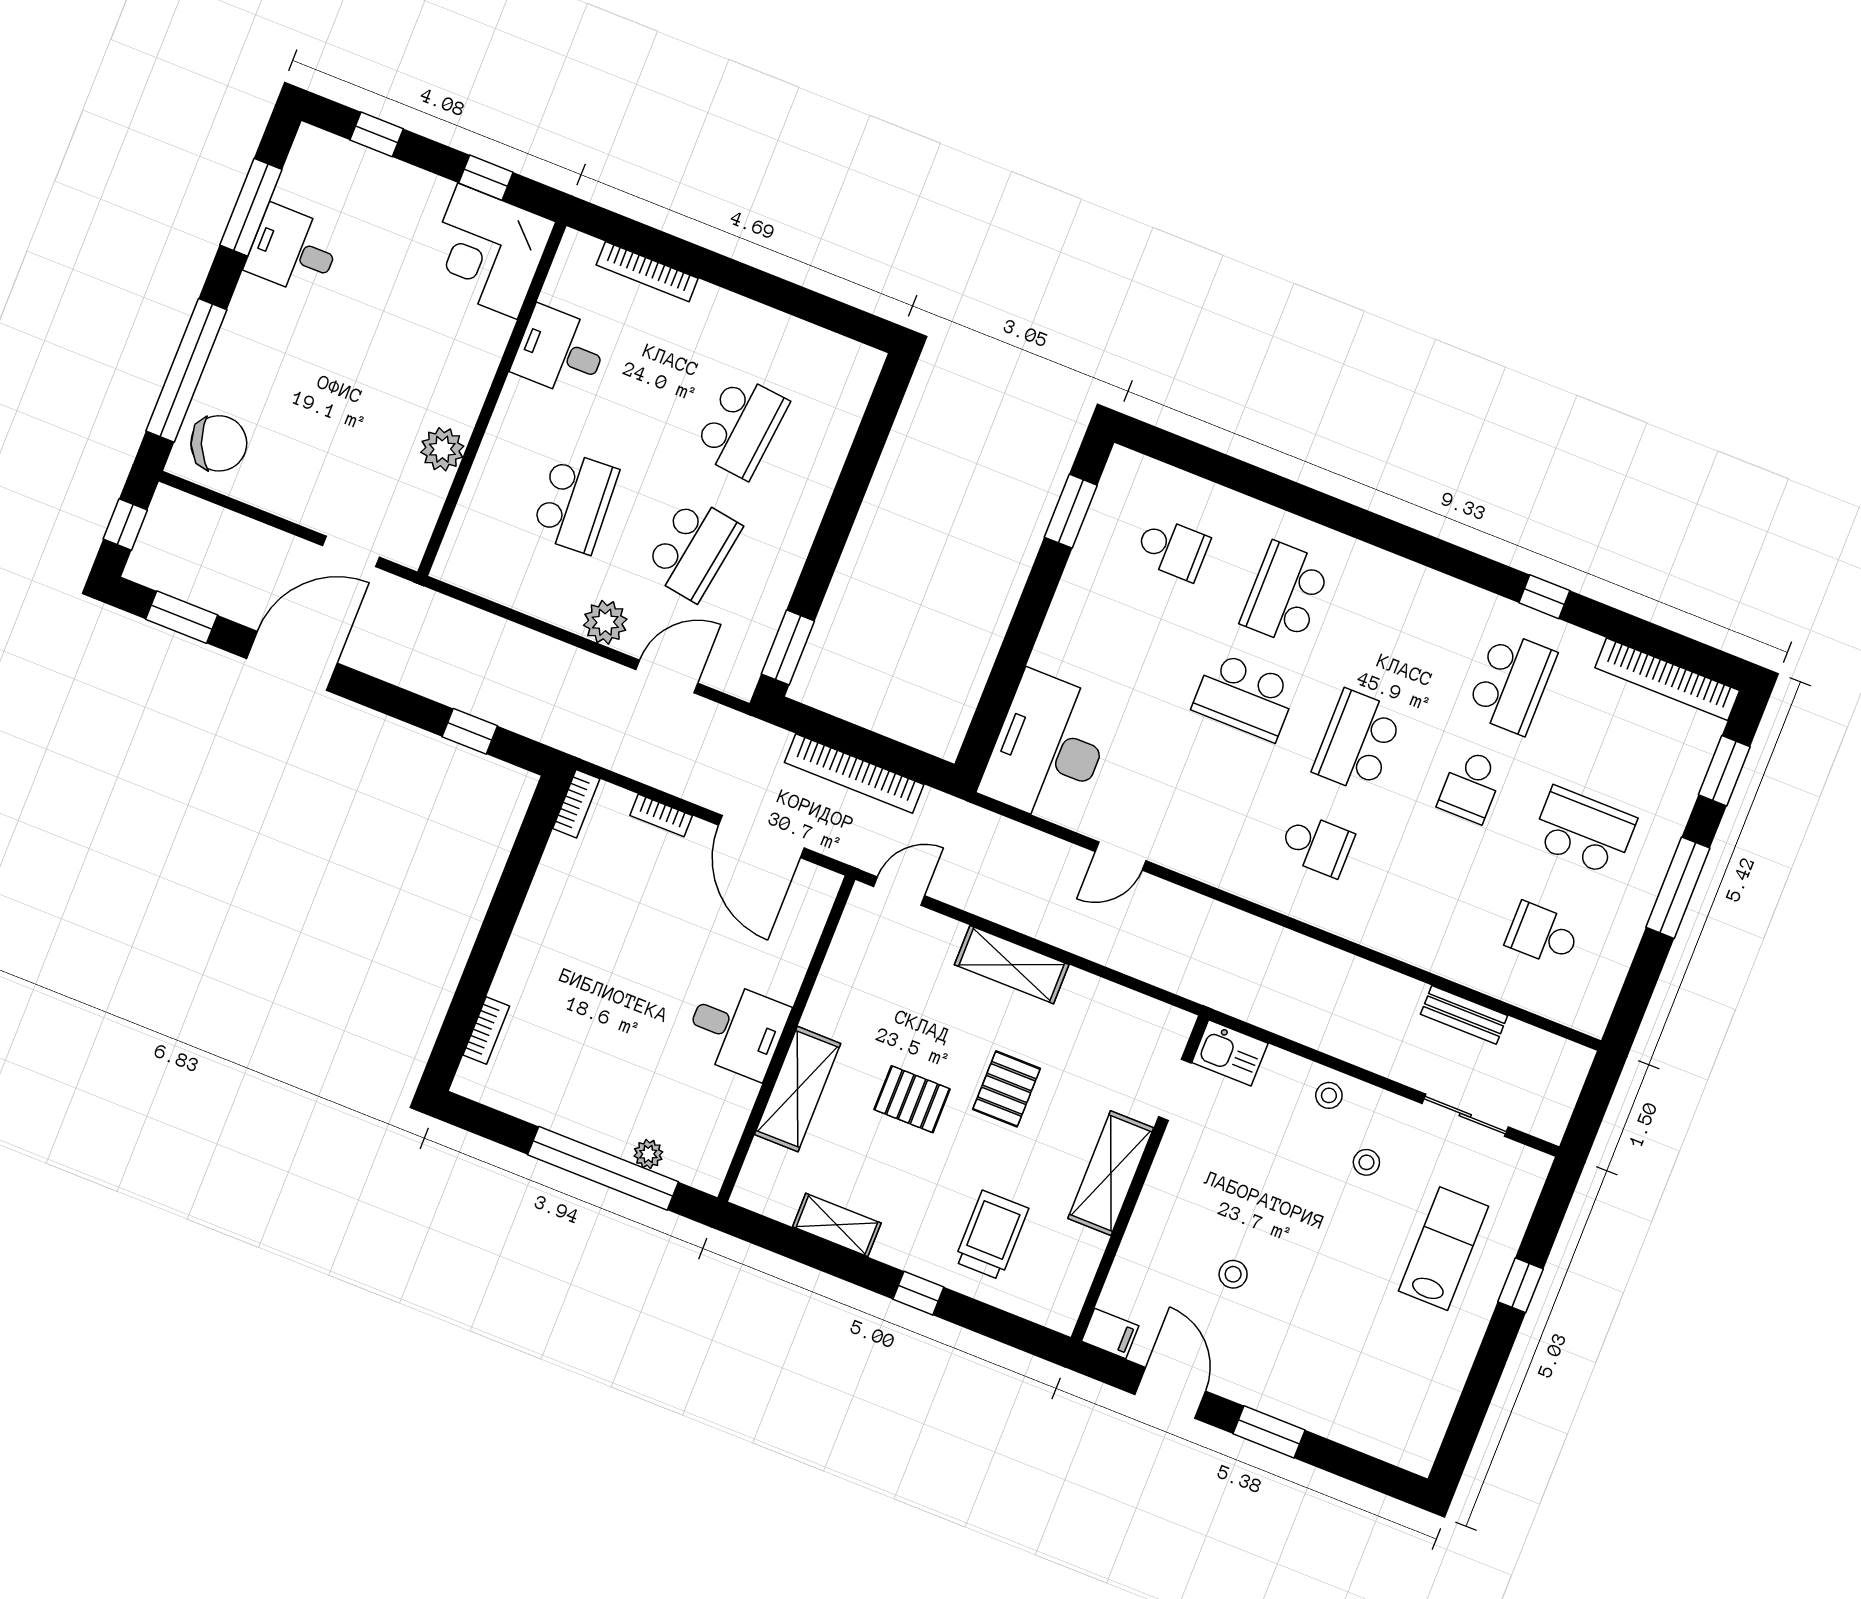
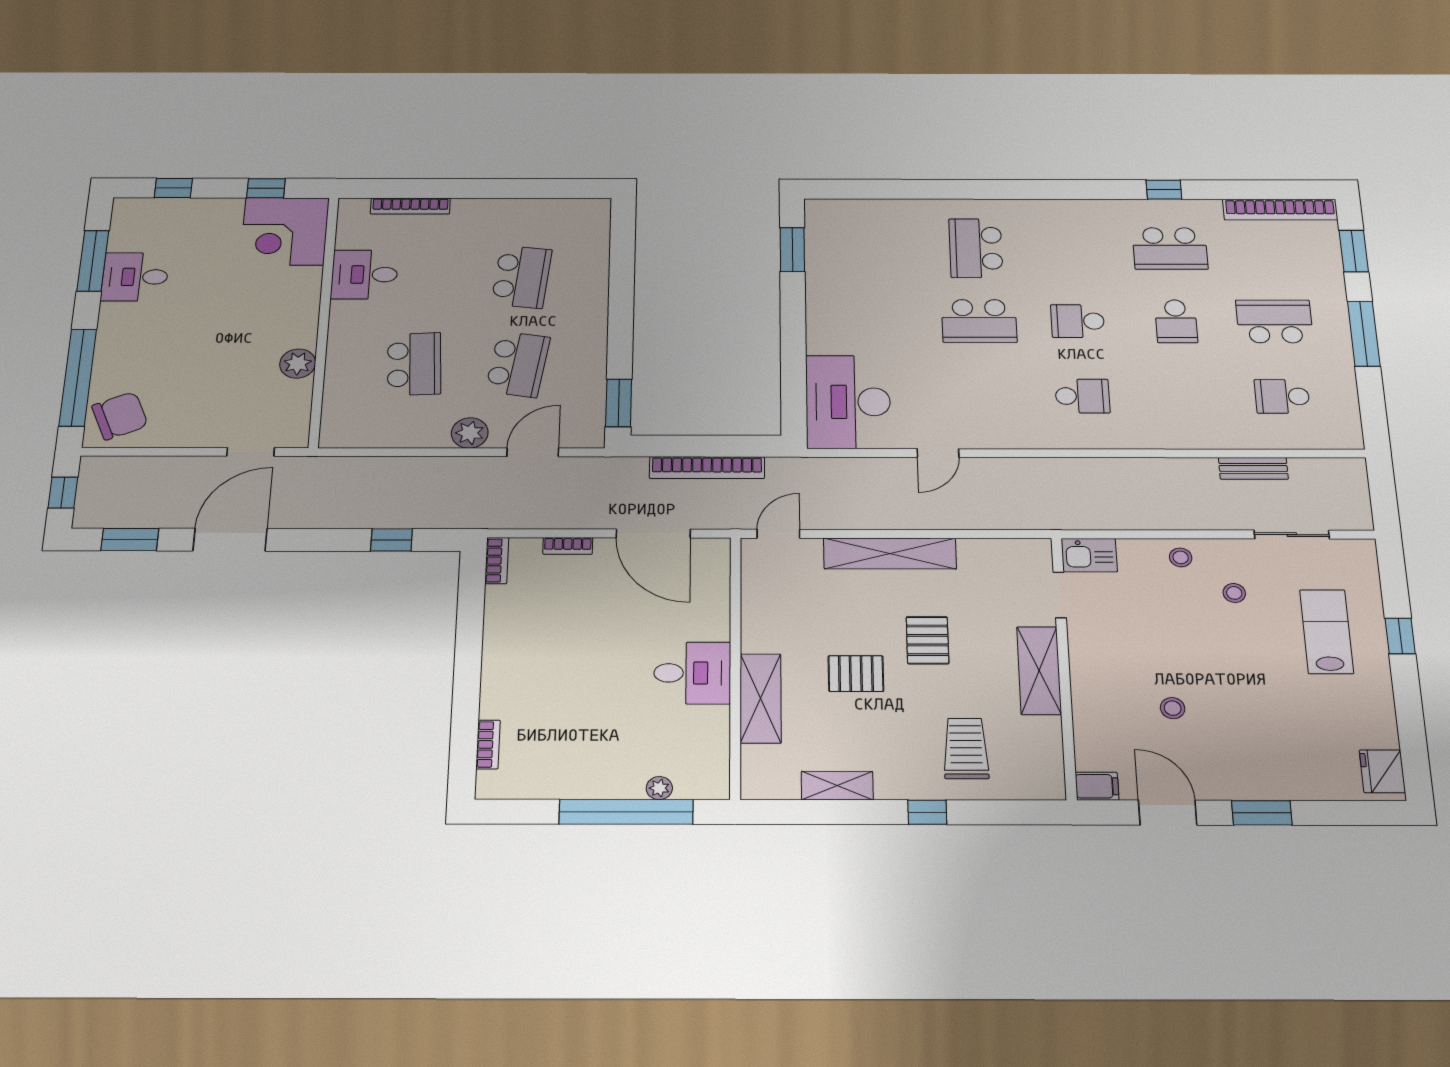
school desk: (1173, 549) -> (879, 248), removed
school desk: (1512, 683) -> (1170, 248), turned 90
school desk: (1358, 742) -> (1078, 321), width x0.54
shelving: (1012, 965) -> (890, 553), width x1.47
fridge: (1420, 1435) -> (1382, 771), added

